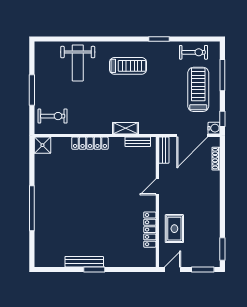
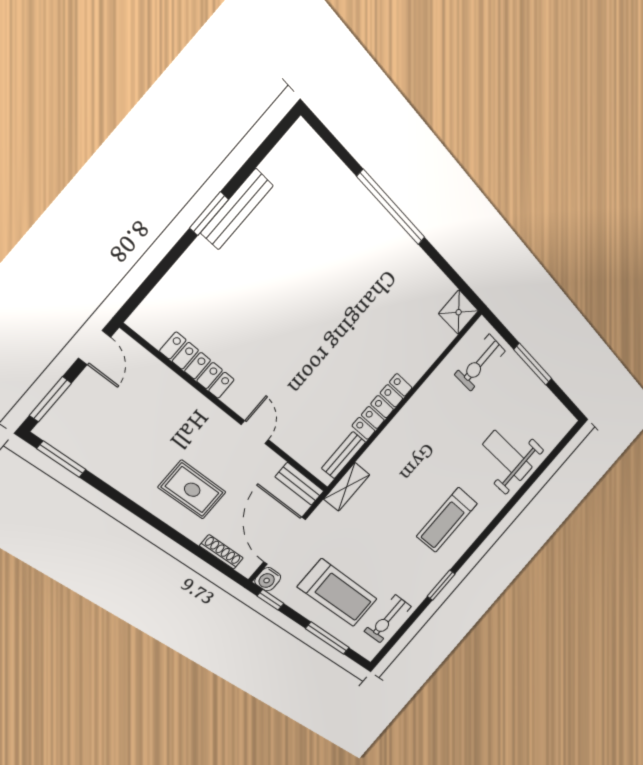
shelving: (126, 128) -> (347, 487), moved
locker: (90, 143) -> (382, 407), moved
rug: (174, 229) -> (192, 490), moved

